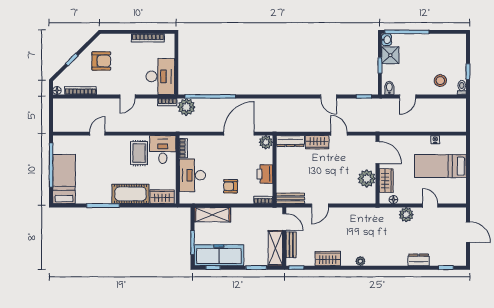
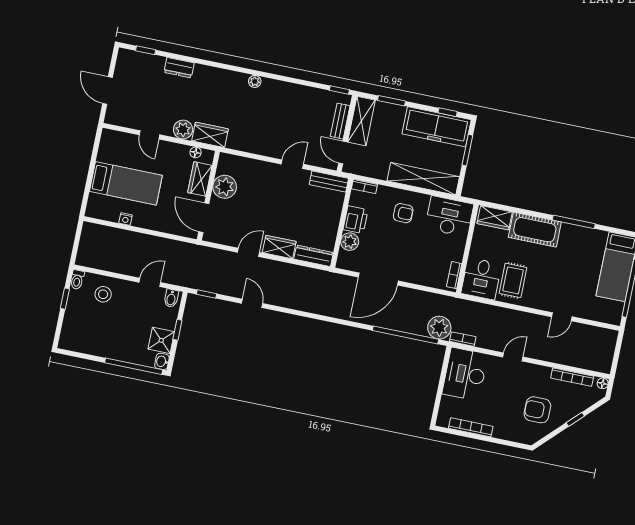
door: (339, 134) -> (248, 252), swing flipped
plant: (266, 142) -> (350, 242), moved
desk: (192, 175) -> (449, 216), moved, turned -90
shelving: (212, 215) -> (423, 179), width x1.47
wardrobe: (328, 258) -> (210, 135), moved, turned 180

